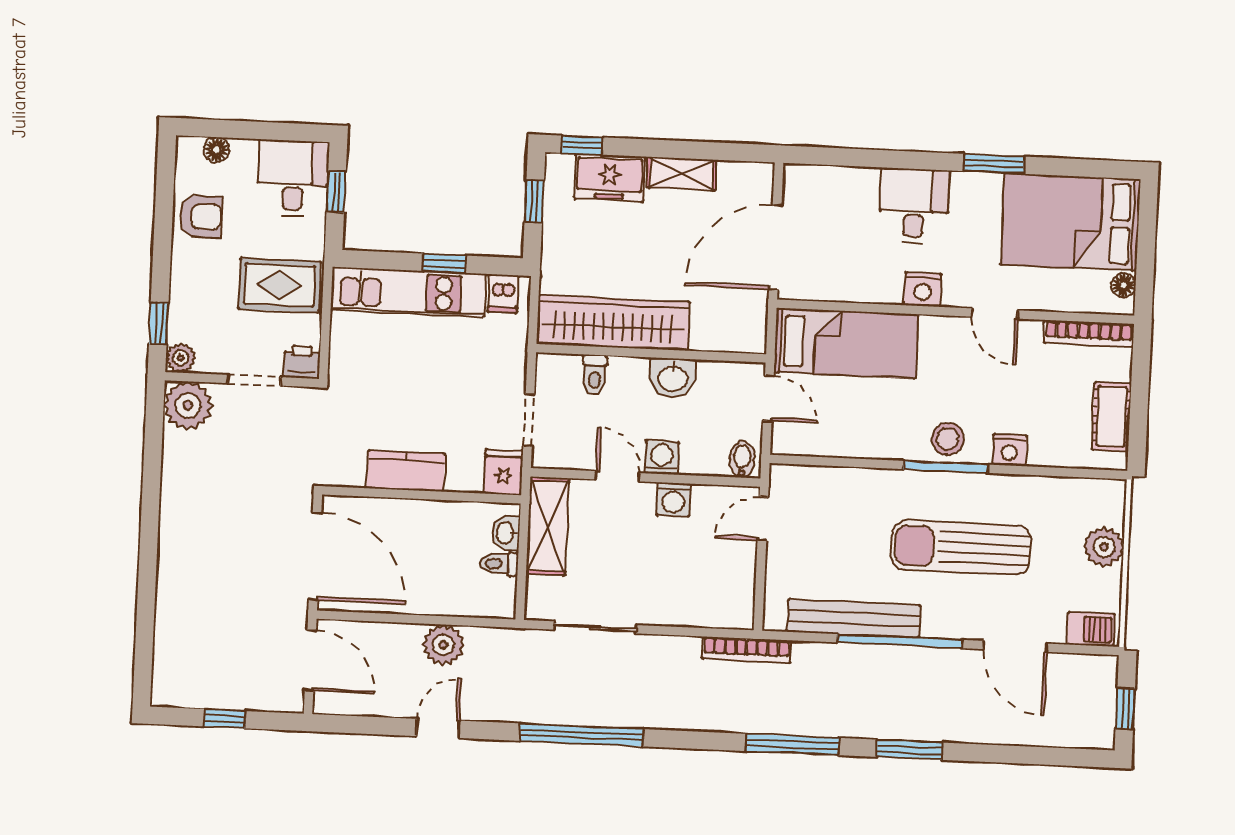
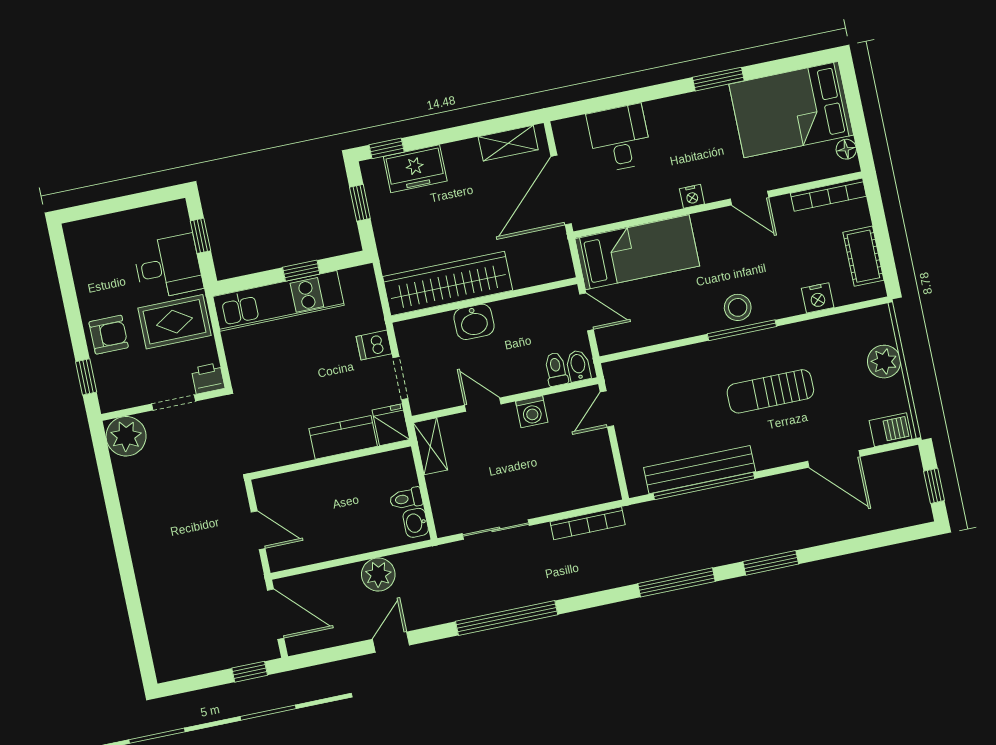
floor lamp: (216, 150) -> (97, 227), removed
shelving: (682, 174) -> (508, 143), moved
desk: (293, 178) -> (168, 267), moved, turned 90
desk: (914, 206) -> (619, 138), moved
armchair: (201, 216) -> (109, 335), moved
nightstand: (923, 289) -> (692, 196), width x0.72, depth x0.74
dishwasher: (503, 294) -> (374, 345), moved, turned 90
plant: (181, 358) -> (111, 400), removed
toilet: (595, 375) -> (556, 369), moved, turned 180
washbasin: (673, 378) -> (474, 322), moved
nightstand: (1009, 450) -> (818, 298), moved
washing machine: (662, 458) -> (514, 381), removed
kitchen counter: (406, 471) -> (343, 437), moved
shelving: (548, 526) -> (430, 446), width x0.67, depth x0.75
washbasin: (506, 533) -> (416, 523), moved
sun lounger: (961, 548) -> (770, 391), width x0.73, depth x0.75
door: (315, 556) -> (258, 530), width x0.53
window: (900, 641) -> (704, 486), moved
bookcase: (746, 650) -> (588, 523), moved
window: (225, 719) -> (250, 672), moved

